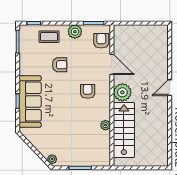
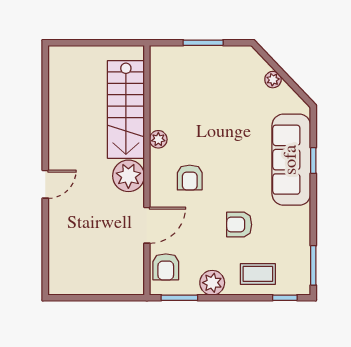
door: (112, 64) -> (147, 225), swing flipped
plant: (105, 125) -> (158, 139), moved
plant: (52, 159) -> (273, 80), moved

